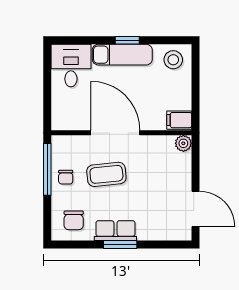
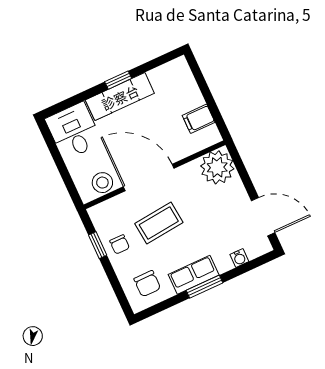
stool: (173, 60) -> (102, 183), moved
filing cabinet: (179, 120) -> (199, 119), moved
plant: (183, 143) -> (217, 167), width x1.88, depth x1.88
window: (47, 169) -> (98, 245), width x0.46
water cooler: (160, 234) -> (239, 258), added

